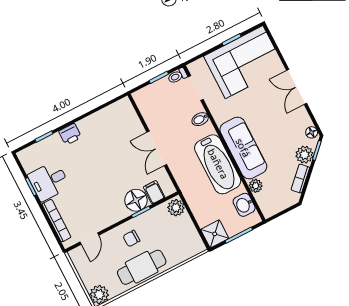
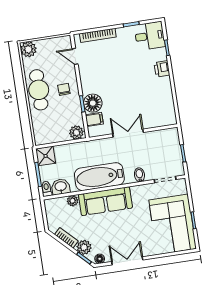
toilet: (177, 76) -> (46, 189), moved
double door: (297, 87) -> (127, 261), moved
desk: (49, 181) -> (150, 36), moved, turned 90

